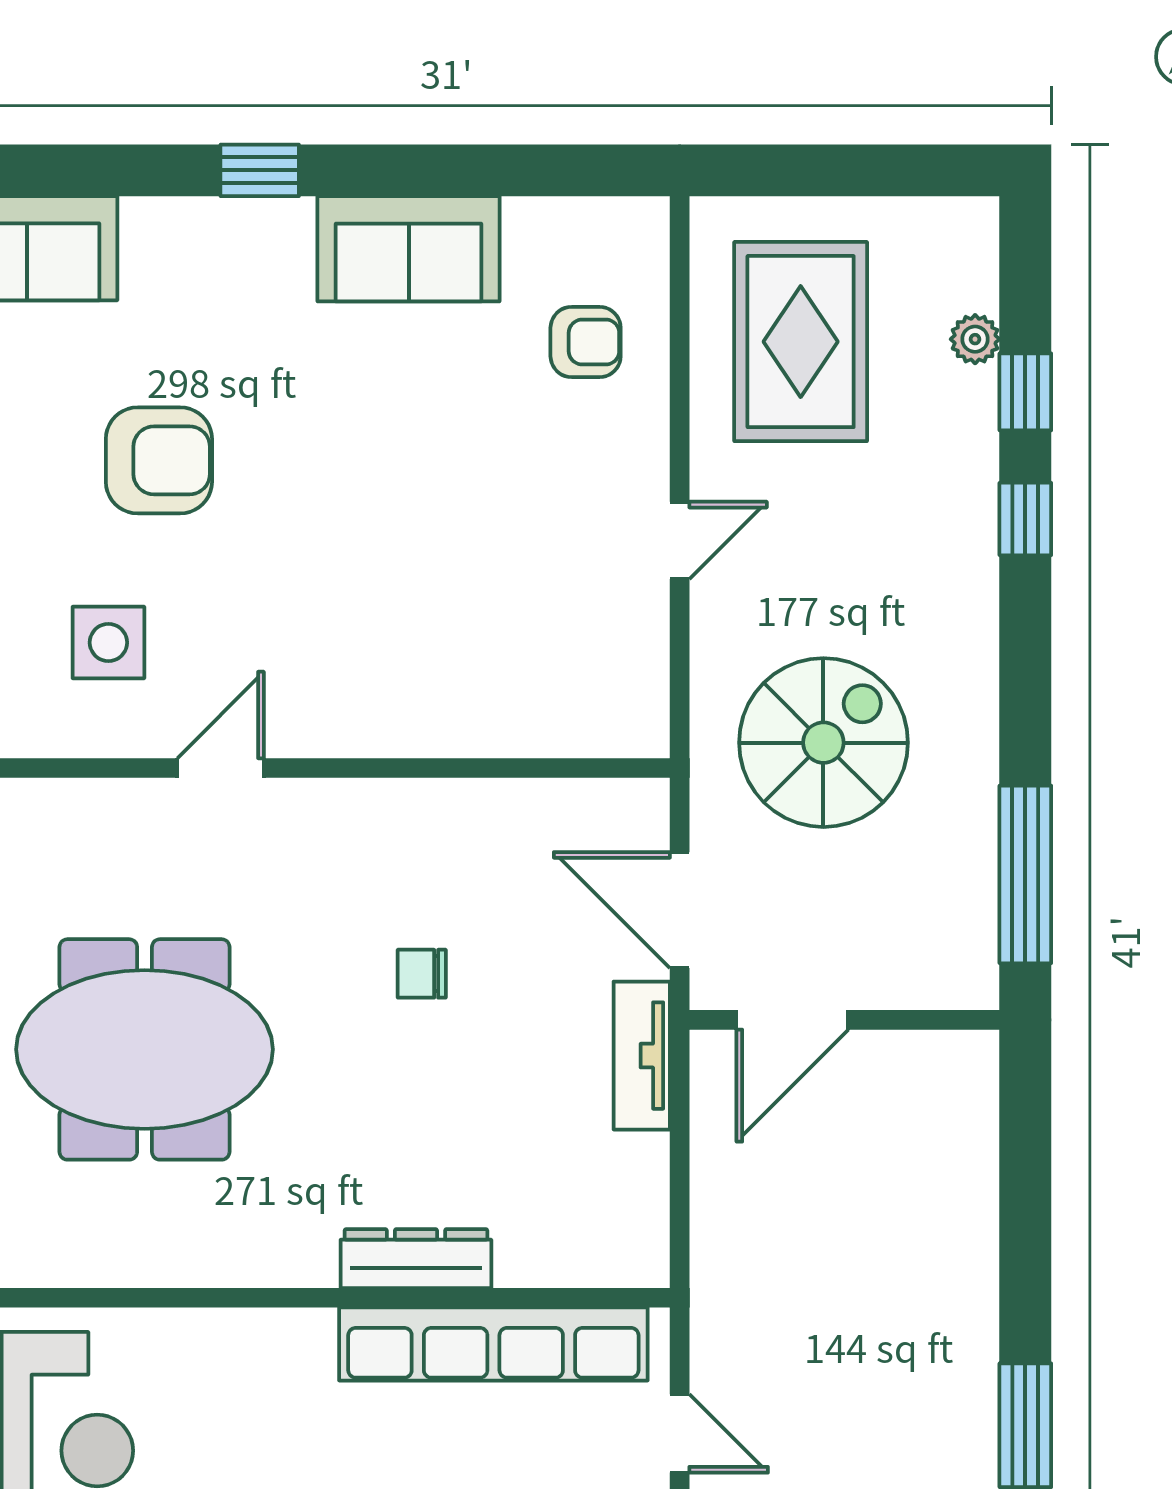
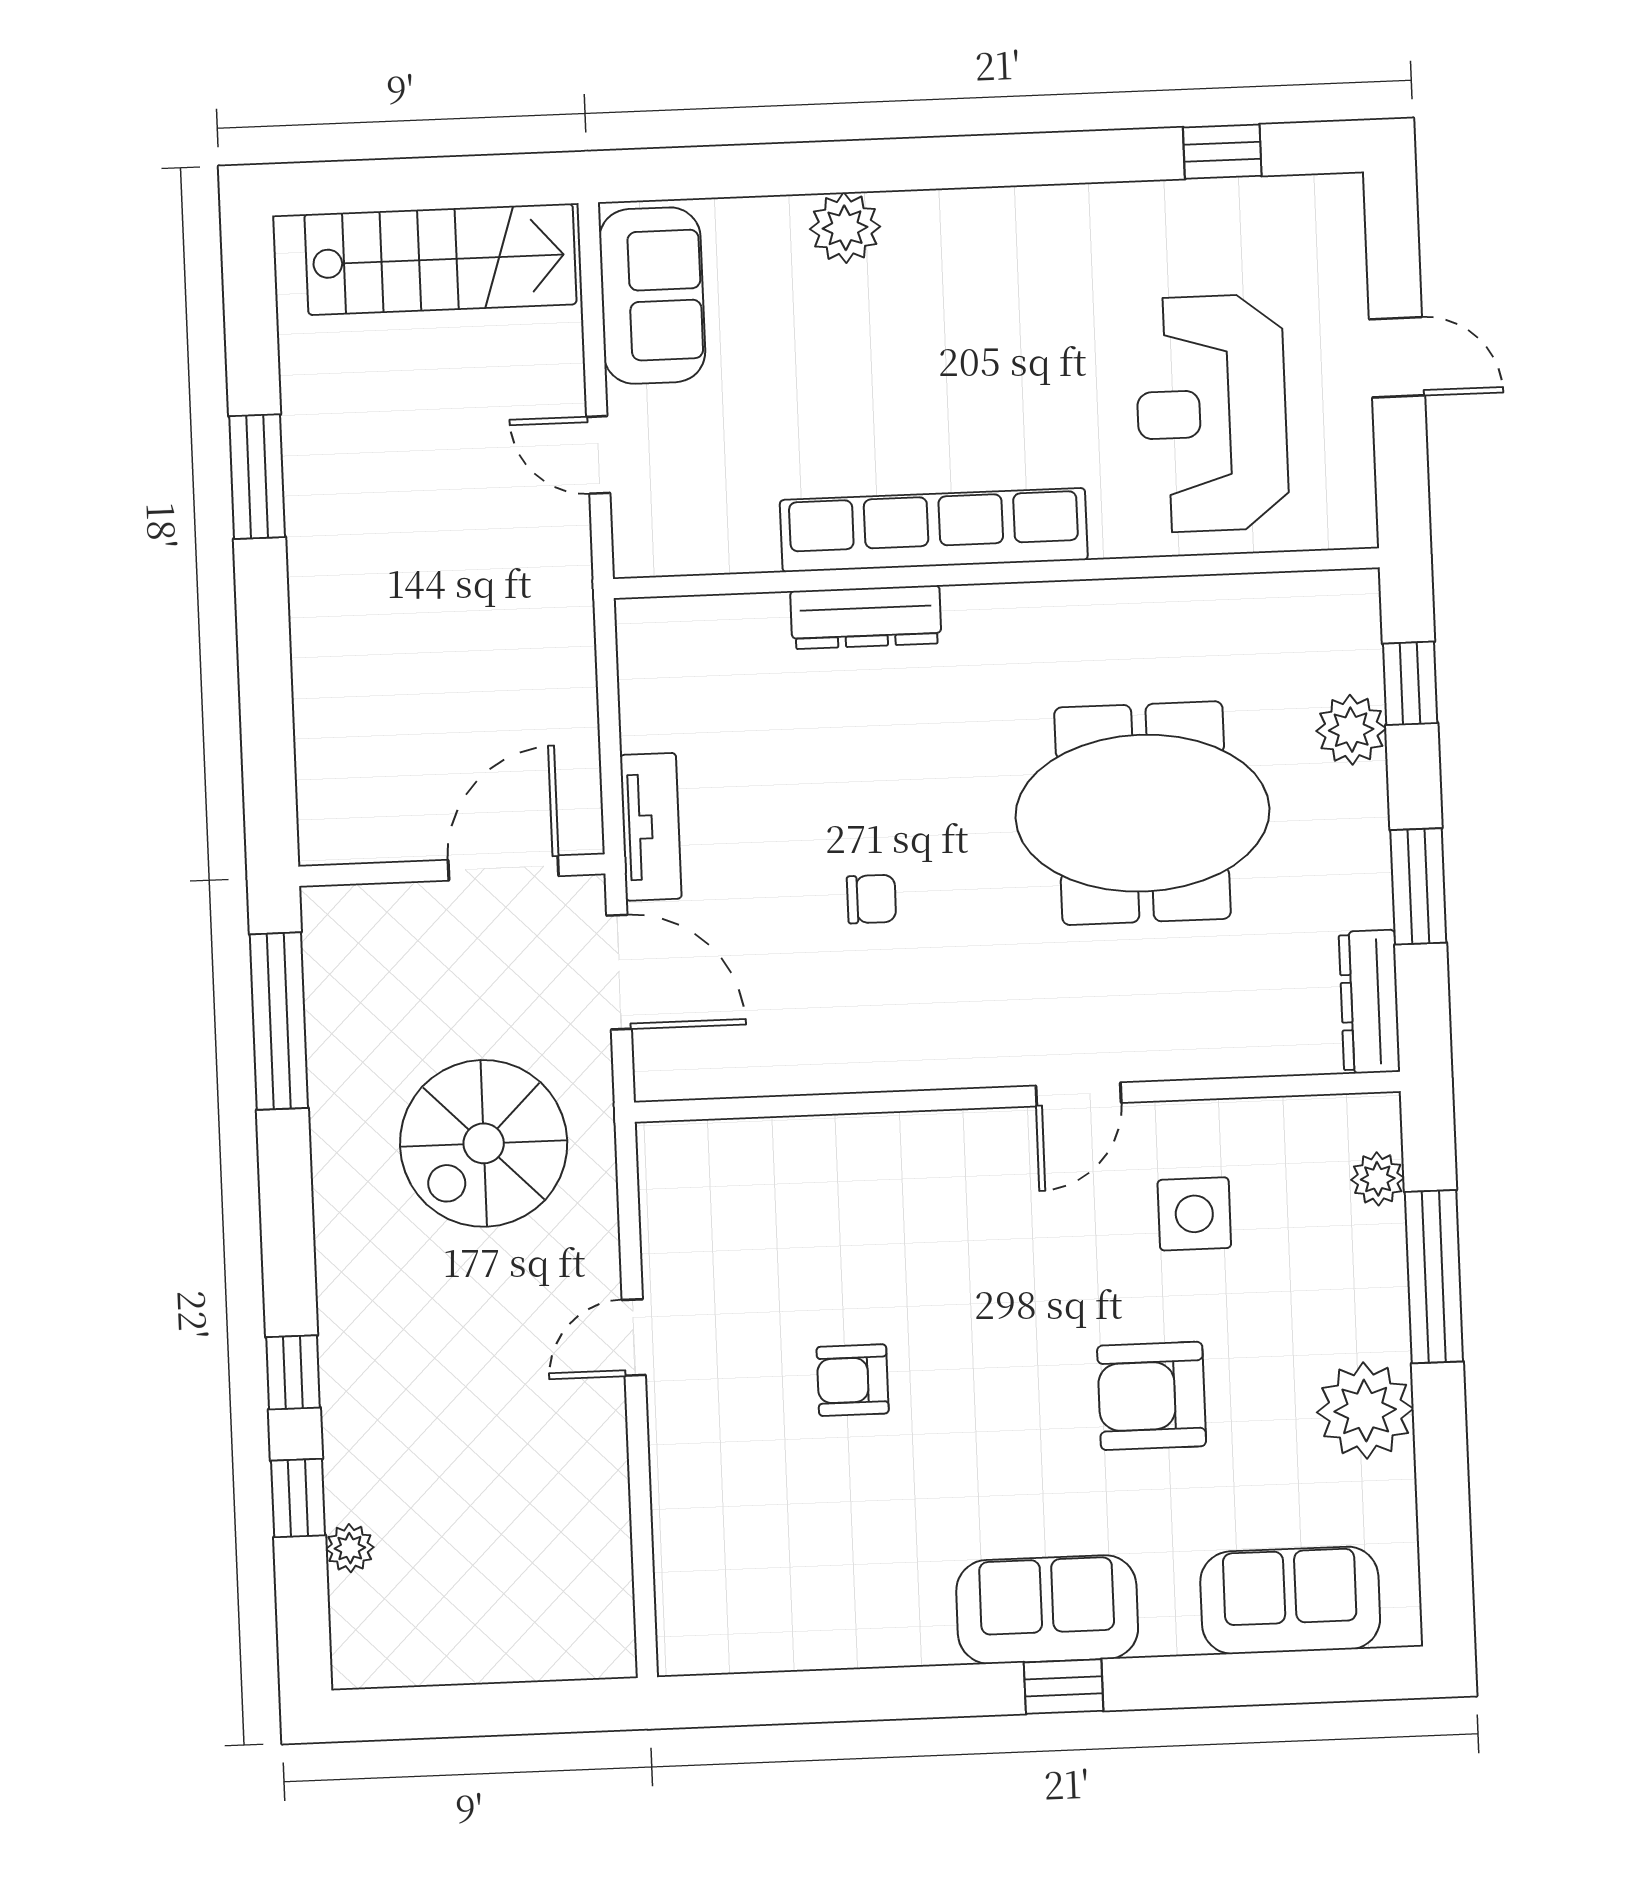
sofa: (409, 249) -> (1047, 1609), moved
armchair: (586, 342) -> (853, 1380), moved
rug: (801, 342) -> (522, 1539), removed
row of seats: (493, 1344) -> (934, 530), moved

